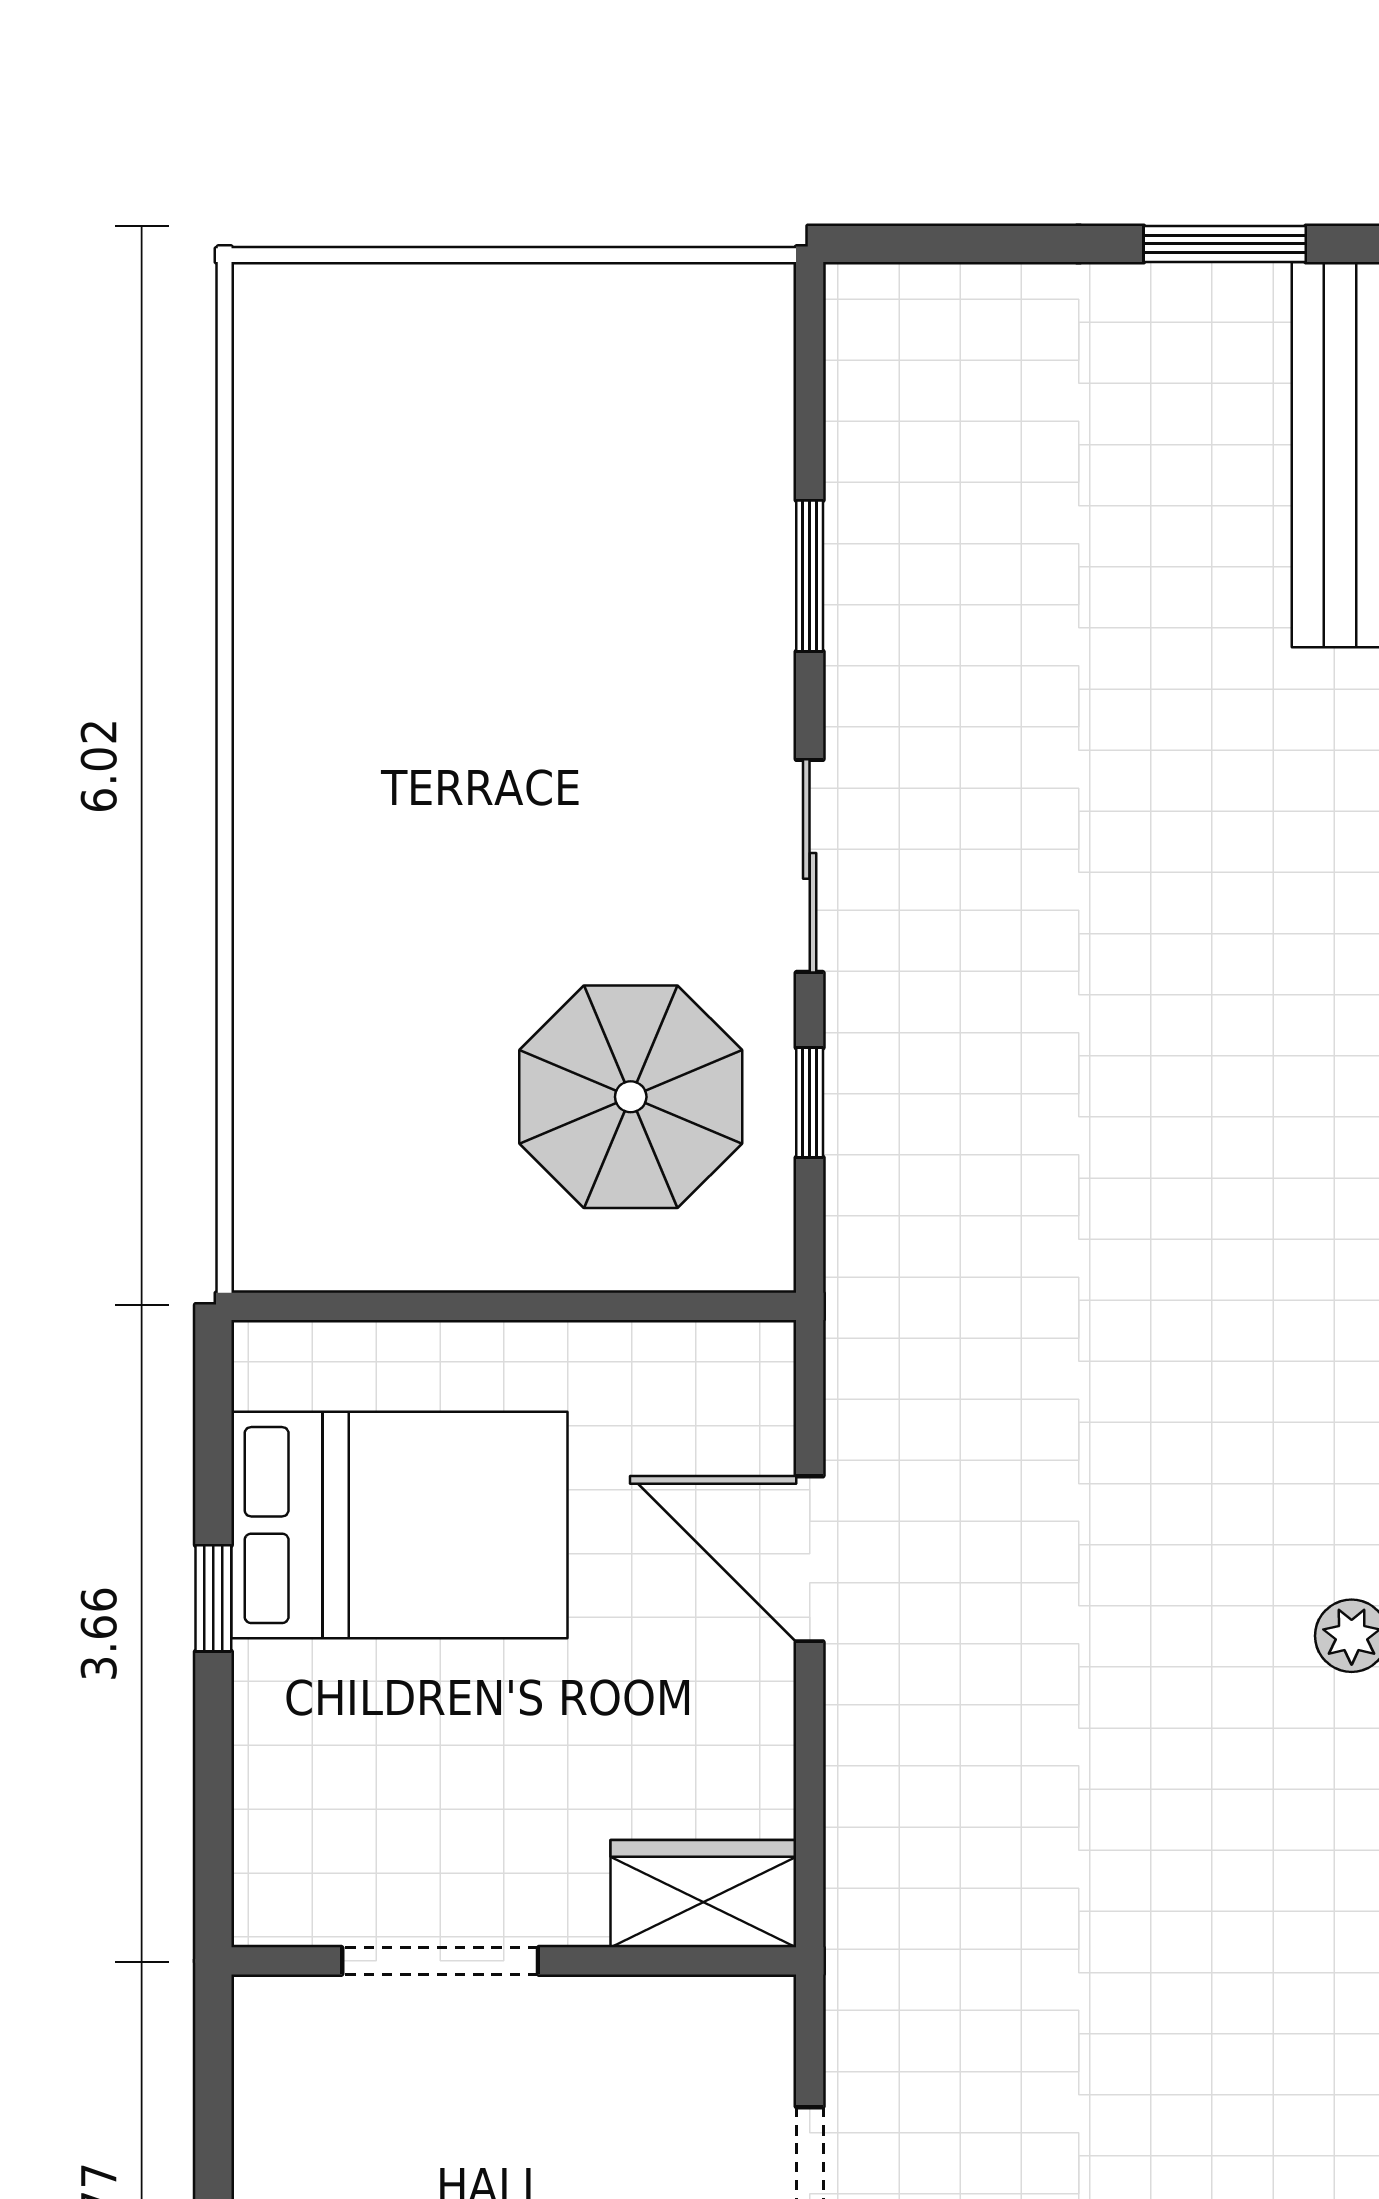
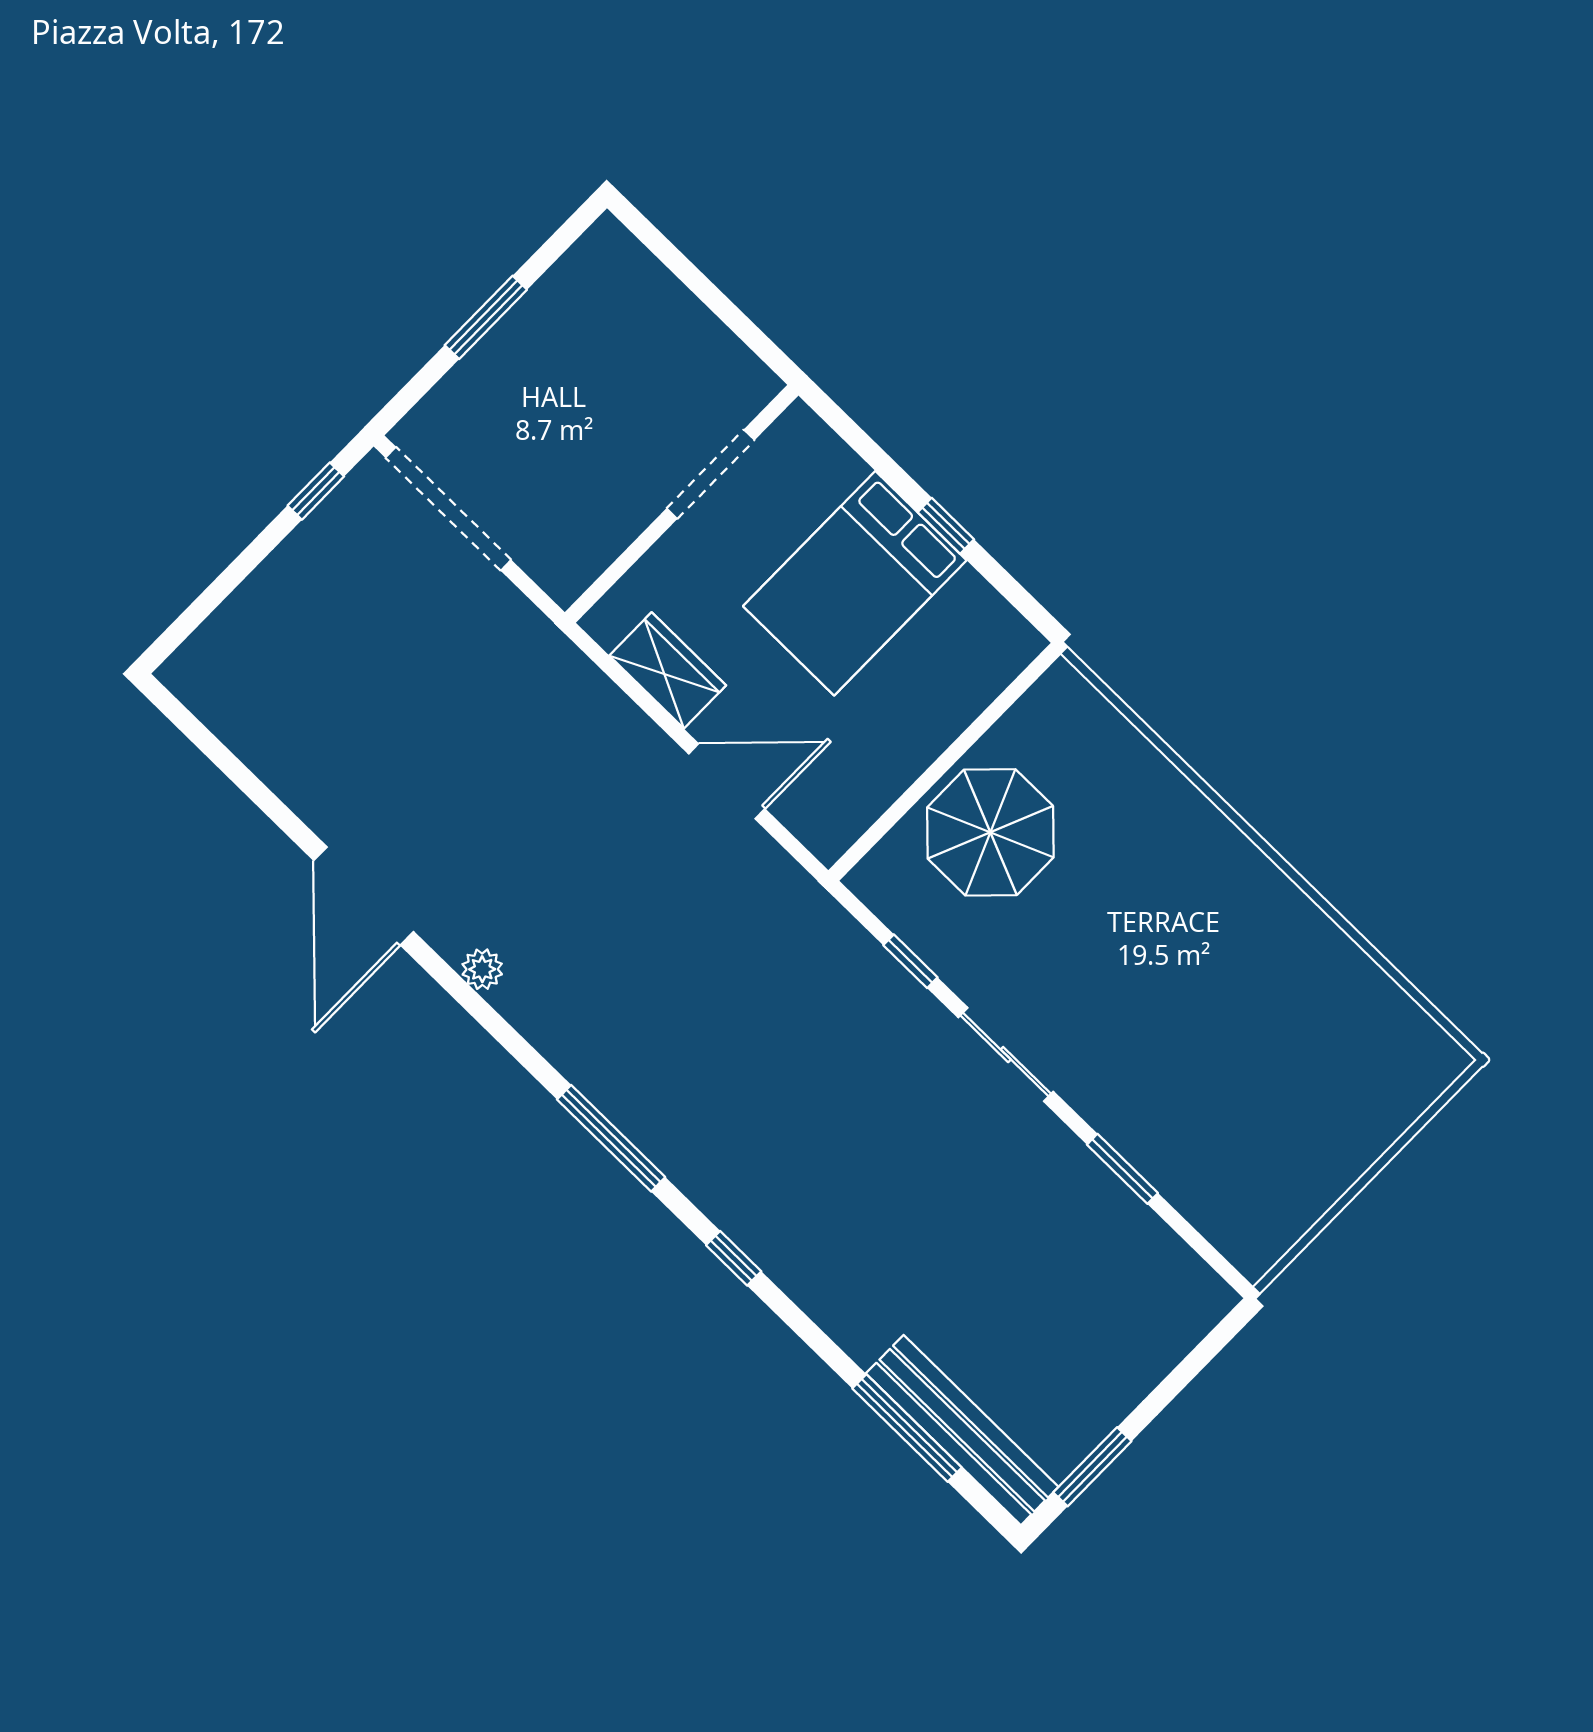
parasol: (631, 1097) -> (990, 832), moved
bed: (399, 1525) -> (855, 583), moved
wardrobe: (703, 1894) -> (668, 670), moved, turned -90

